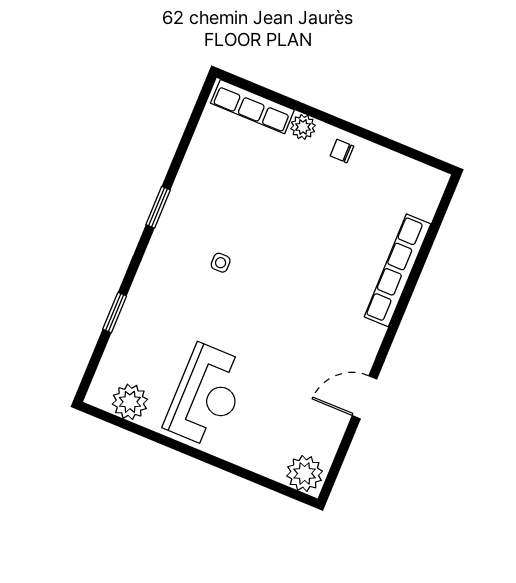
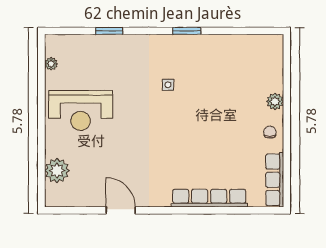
row of seats: (252, 107) -> (275, 180), moved
plant: (130, 402) -> (51, 64), width x0.53, depth x0.53
plant: (305, 474) -> (57, 171), moved

